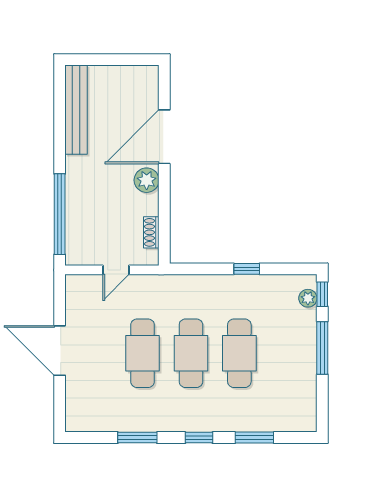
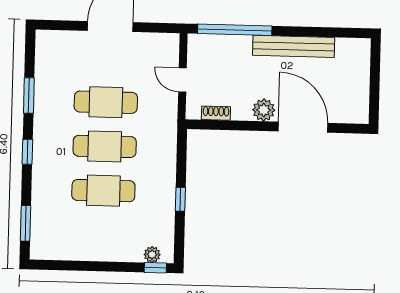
bench: (76, 110) -> (294, 46), moved
window: (322, 348) -> (106, 266), removed
window: (254, 438) -> (26, 223), moved

